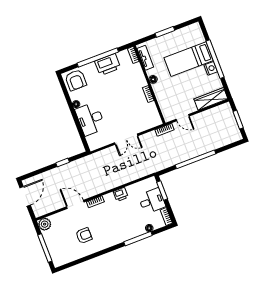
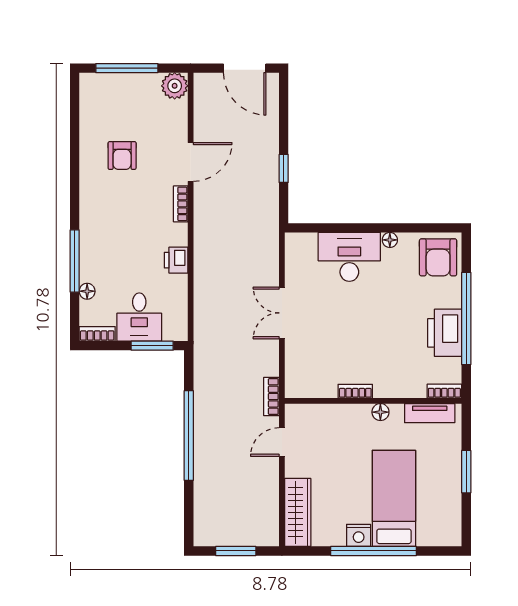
armchair: (76, 80) -> (438, 257), turned -90

